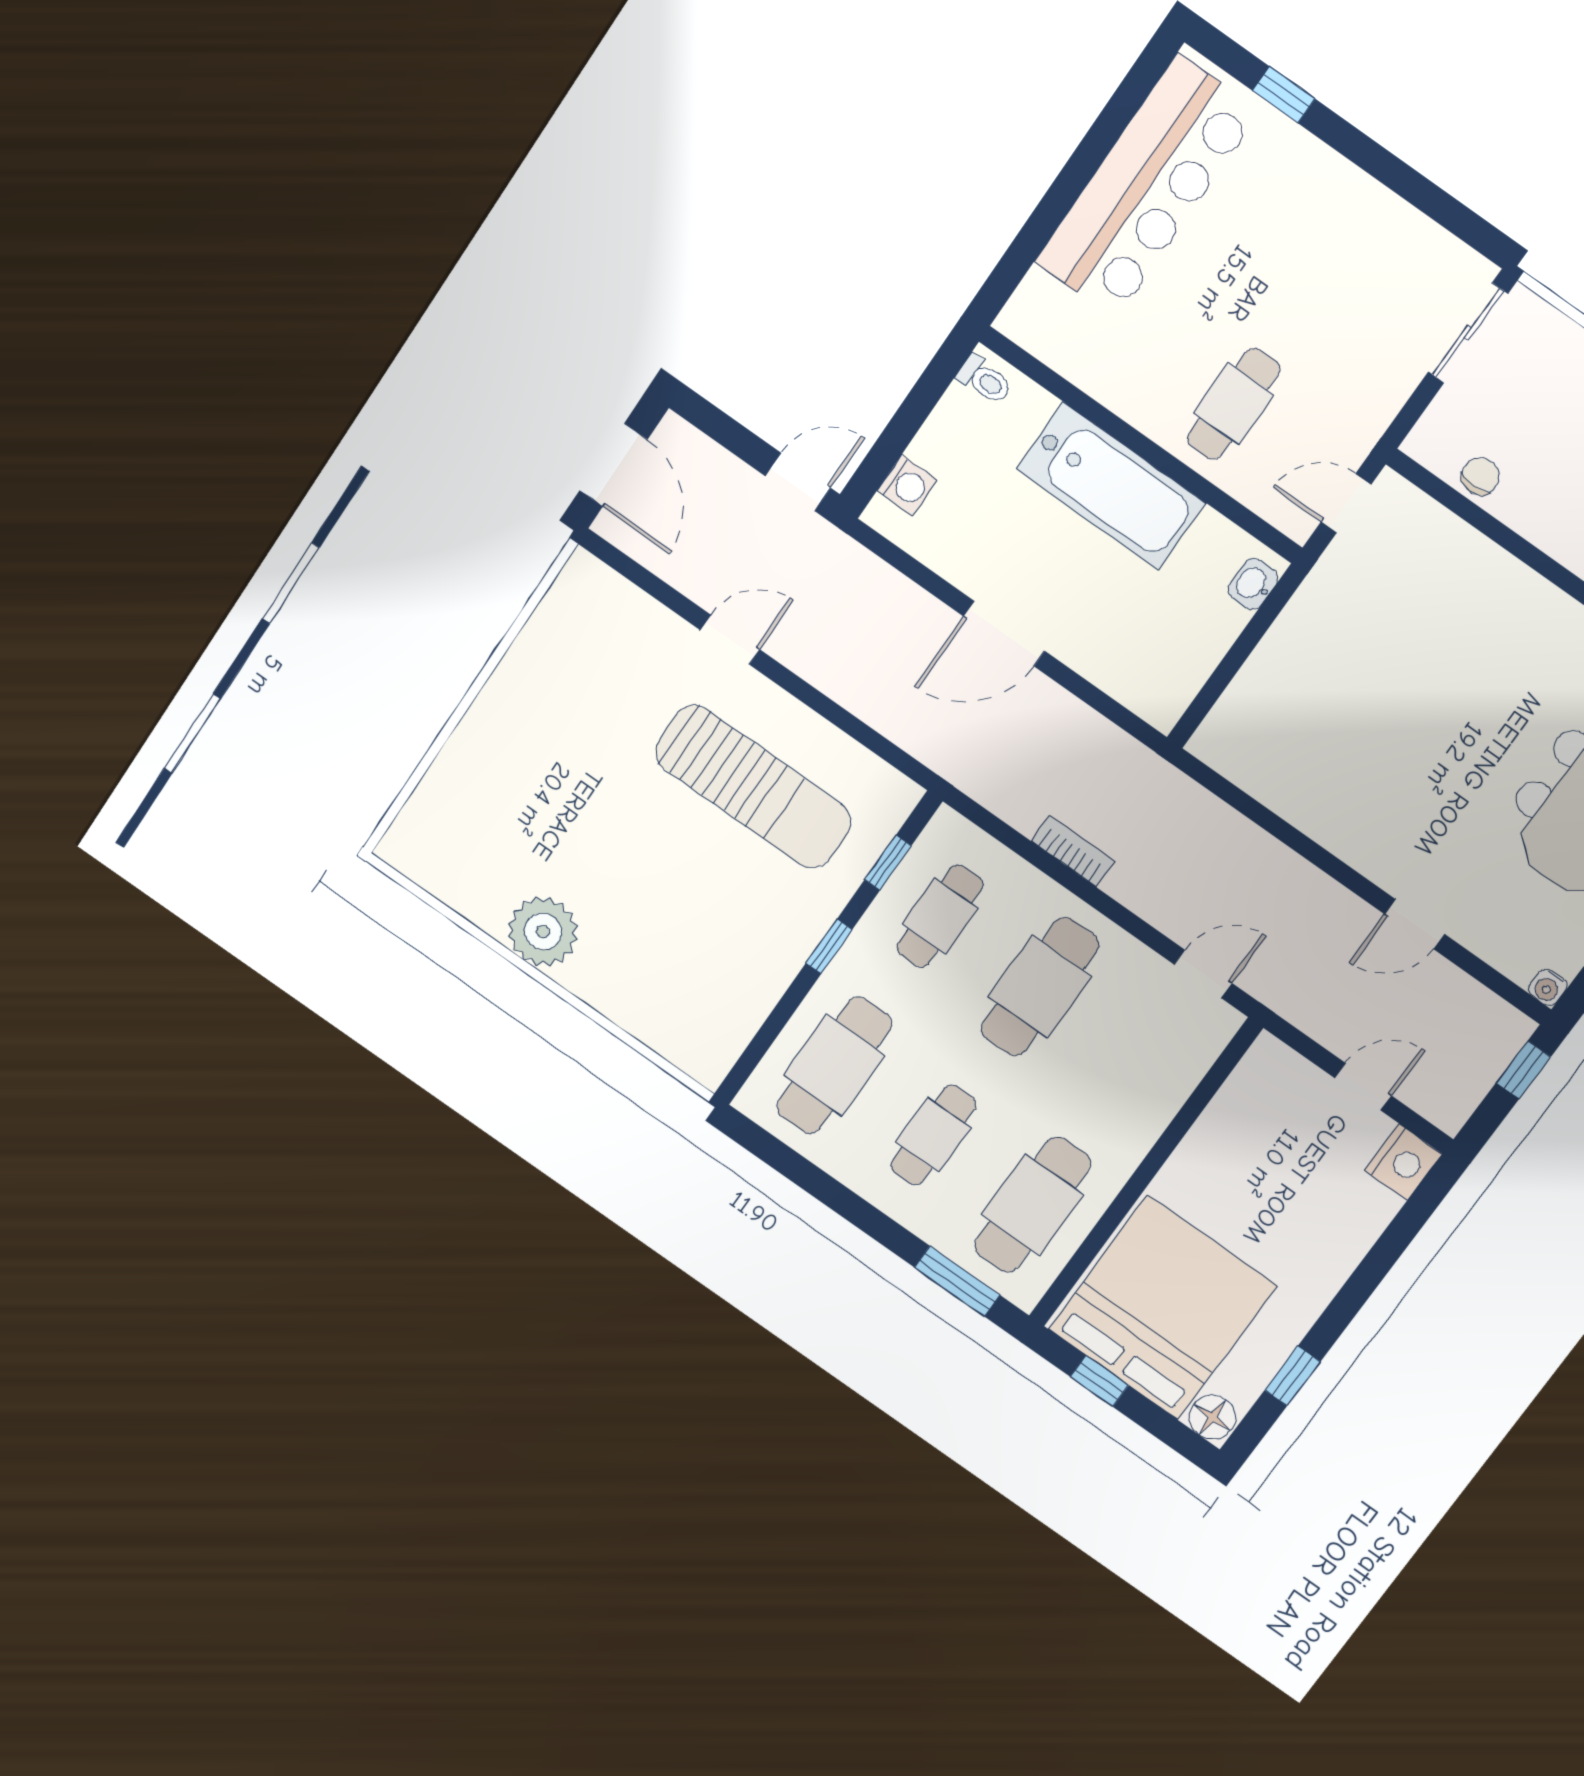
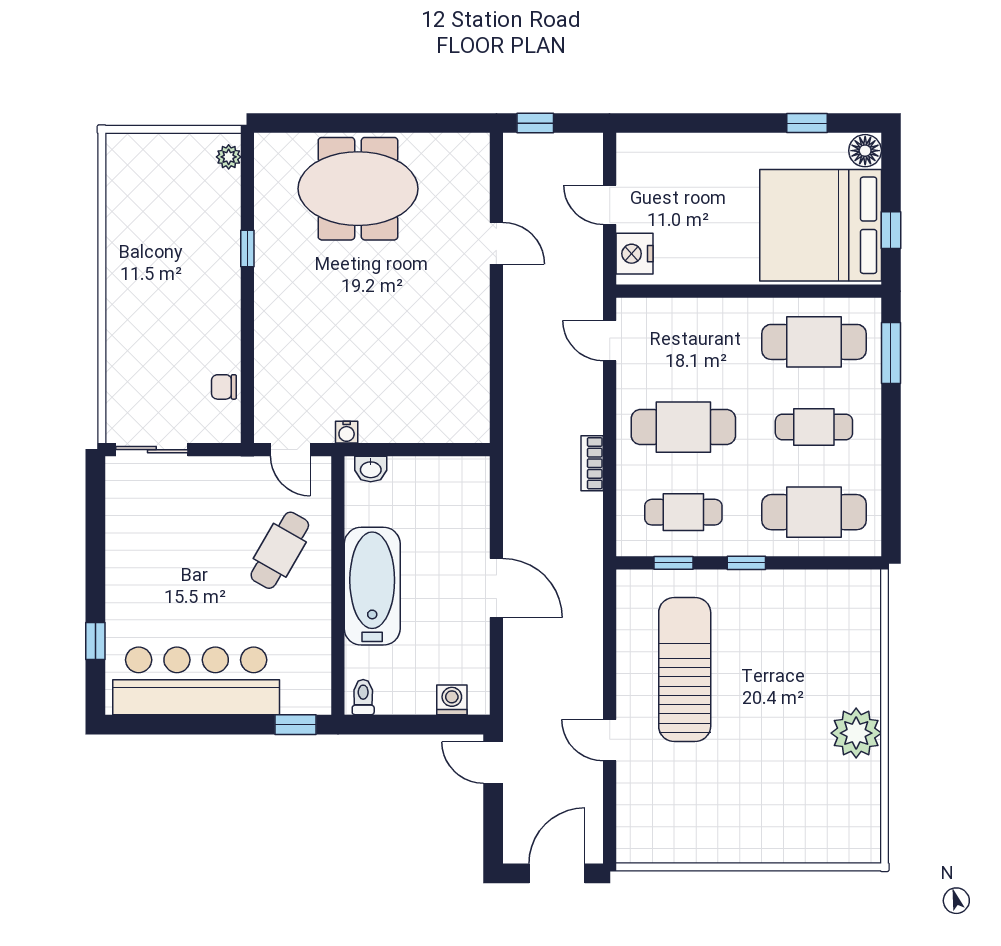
window: (1008, 273) -> (296, 725), added
cafe table: (1233, 404) -> (280, 550), turned -60
water cooler: (1548, 987) -> (347, 432), moved, turned 90
nightstand: (1403, 1162) -> (634, 254), moved, turned -90

